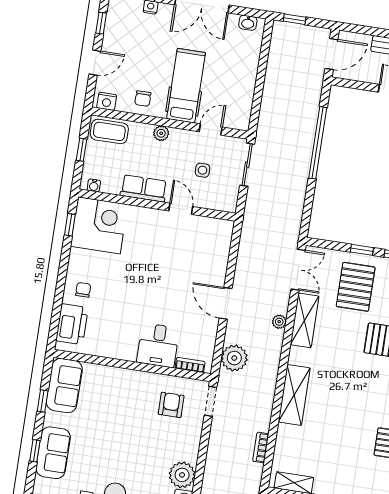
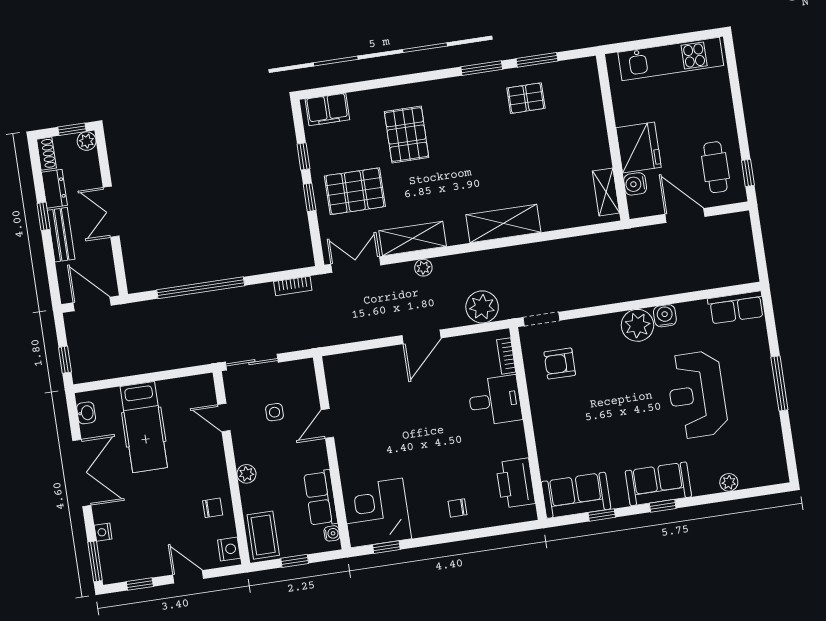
hospital bed: (186, 86) -> (144, 427), moved, turned -90
row of seats: (144, 188) -> (321, 498), moved
printer: (72, 324) -> (515, 483), moved, turned -90
bookcase: (261, 448) -> (293, 286), moved

